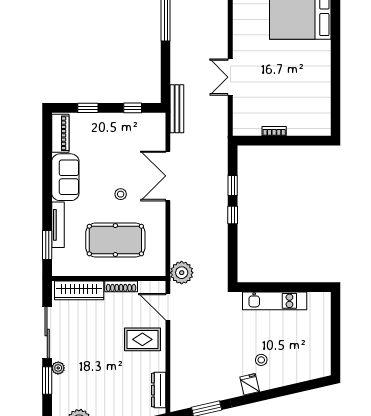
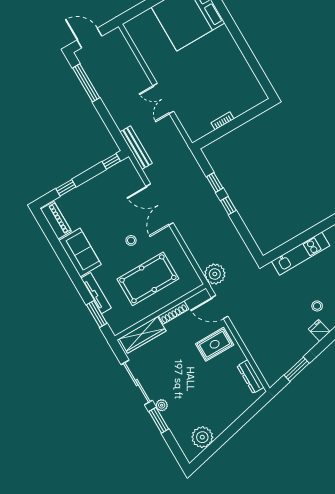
window: (133, 108) -> (111, 161), moved

